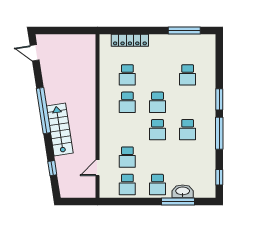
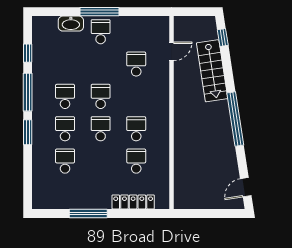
window: (184, 31) -> (88, 213), moved
door: (35, 53) -> (246, 187), swing flipped
stairs: (60, 130) -> (212, 71), moved
window: (52, 168) -> (223, 38), moved
window: (219, 177) -> (28, 53), moved
school desk: (127, 184) -> (65, 129), moved
window: (178, 201) -> (99, 12), moved

